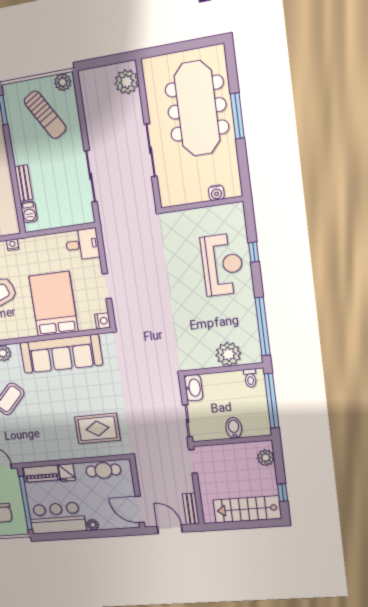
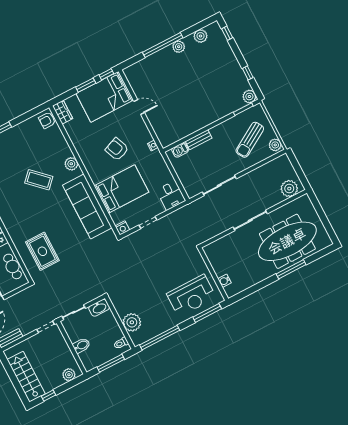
water cooler: (216, 193) -> (224, 281), moved
wall: (202, 205) -> (213, 274), moved
window: (254, 252) -> (207, 313), width x2.17
window: (272, 401) -> (111, 363), width x0.68

